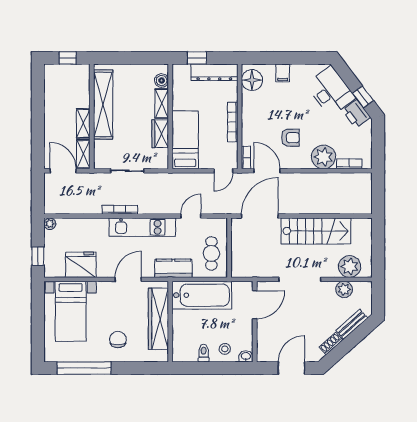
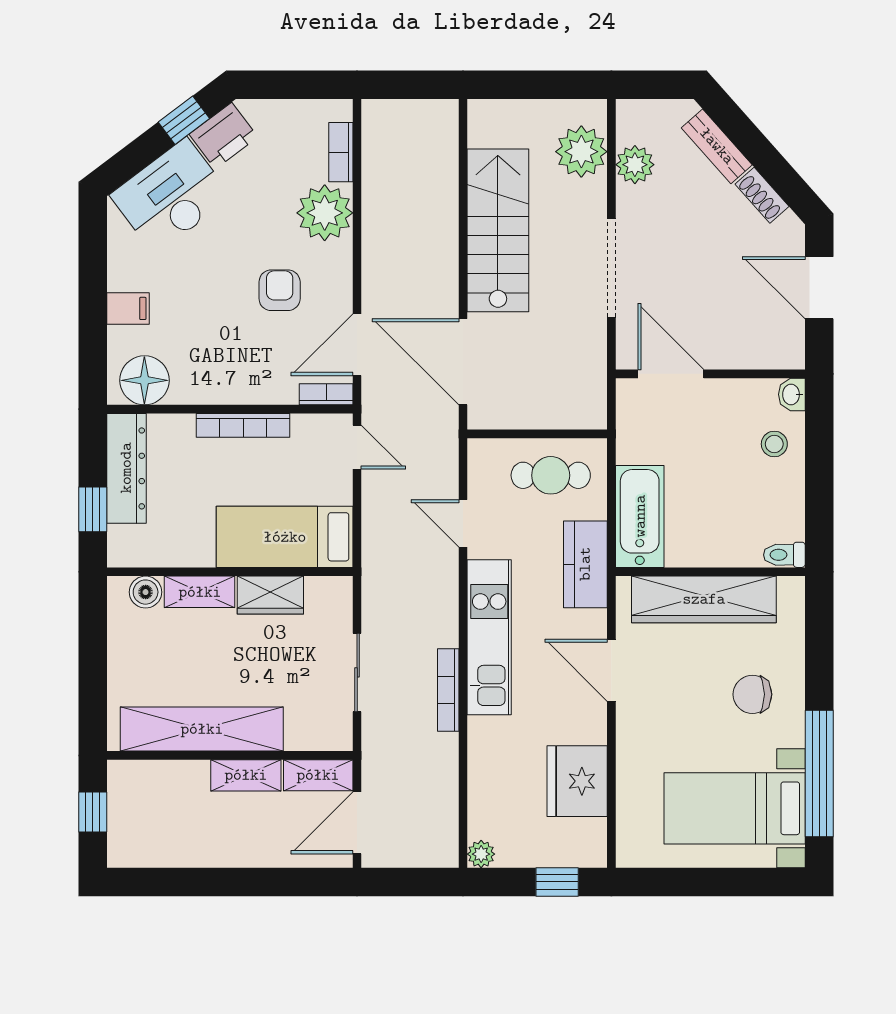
bathtub: (202, 295) -> (640, 516), width x0.73, depth x0.73
bed with nightstands: (71, 311) -> (735, 808), moved, turned 180
toilet: (204, 353) -> (784, 555), moved

